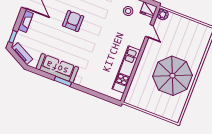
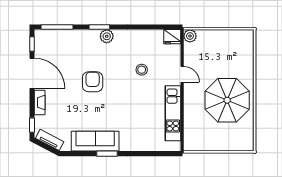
stool: (128, 11) -> (142, 70), moved
door: (149, 31) -> (182, 74), moved

